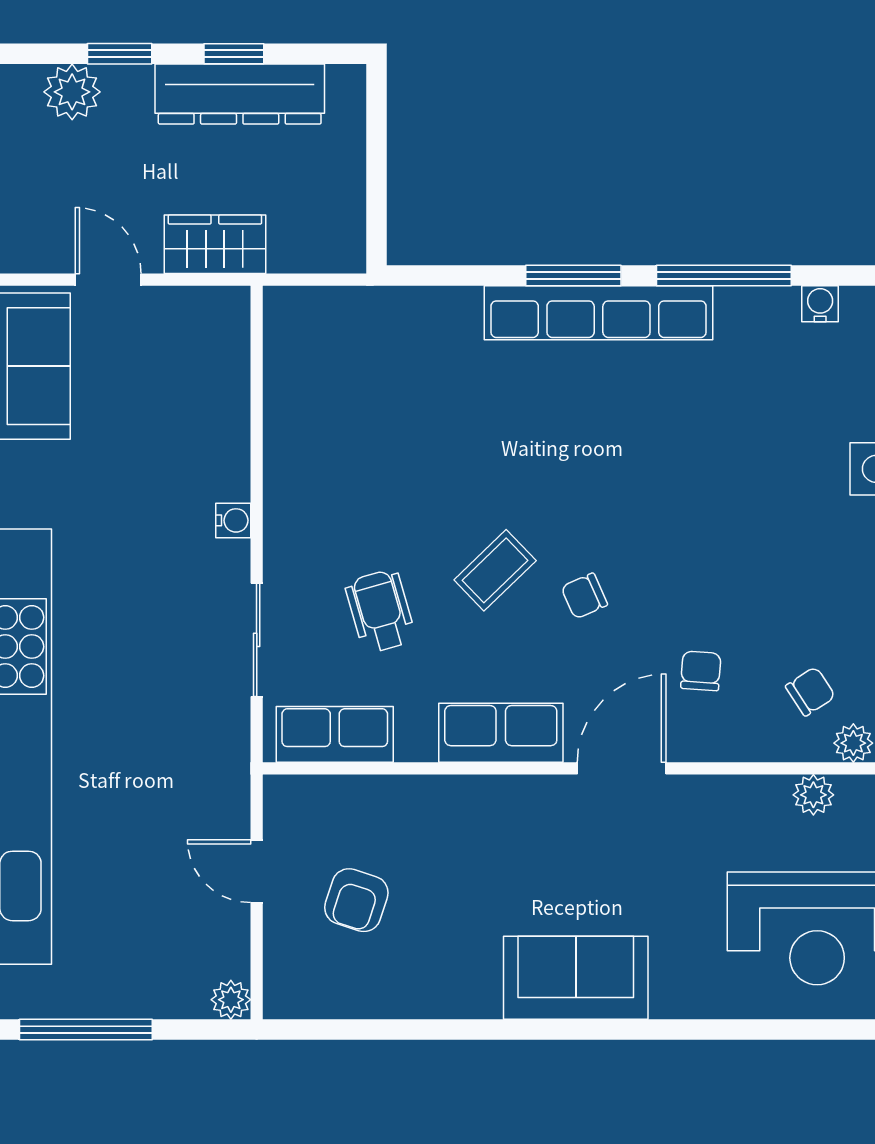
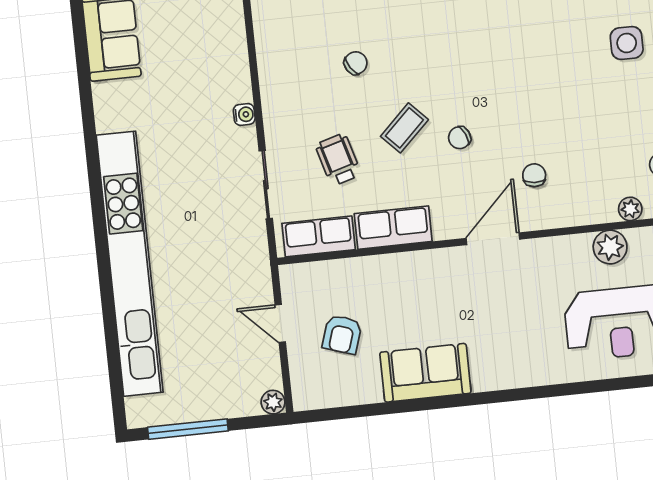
chair: (810, 691) -> (356, 63), moved
row of seats: (501, 733) -> (393, 228), moved
plant: (813, 795) -> (610, 247), width x1.38, depth x1.38
sofa: (576, 978) -> (425, 373), moved

